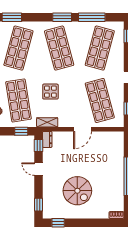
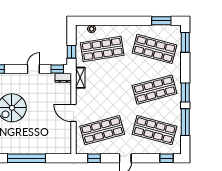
display table: (50, 92) -> (111, 81), removed

